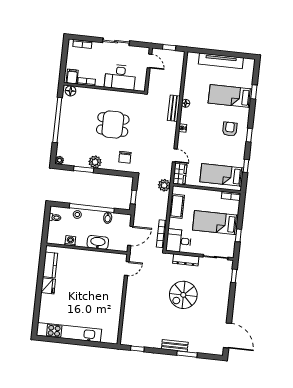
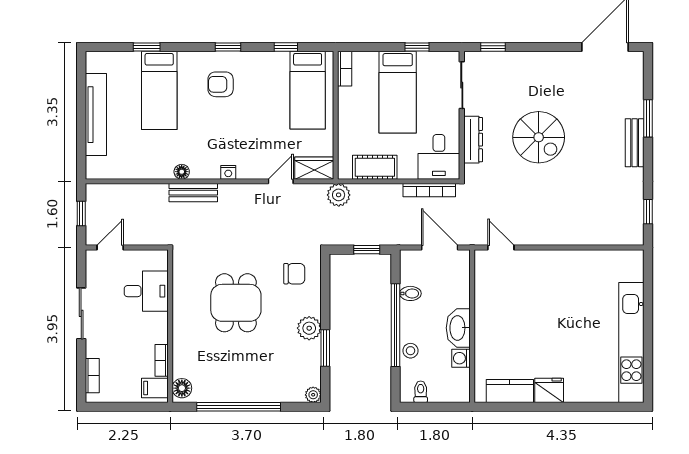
desk: (120, 77) -> (146, 291), width x0.73
washbasin: (98, 242) -> (458, 328), moved

